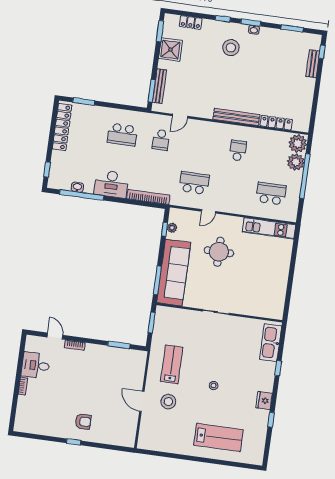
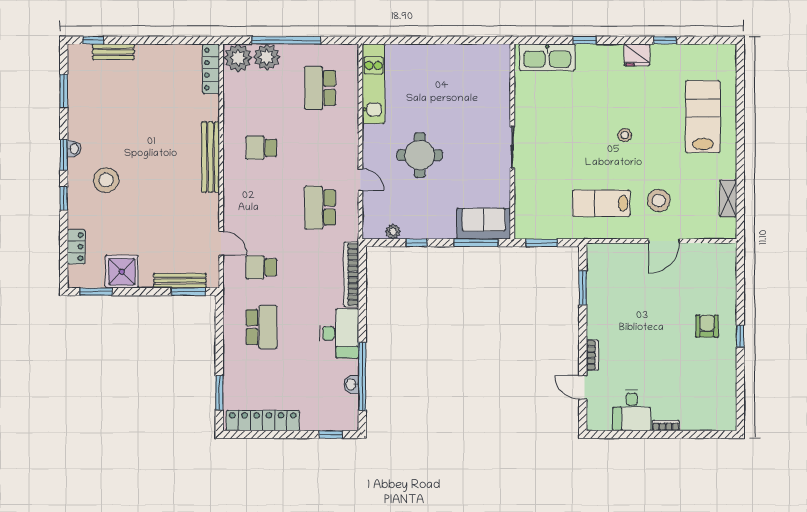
locker: (276, 123) -> (211, 69), moved
school desk: (161, 140) -> (261, 267), turned 180
window: (164, 229) -> (417, 243), moved
sofa: (174, 273) -> (484, 224), width x0.54, depth x0.79
door: (55, 336) -> (583, 387), hinge flipped
shelving: (163, 446) -> (728, 198), added

